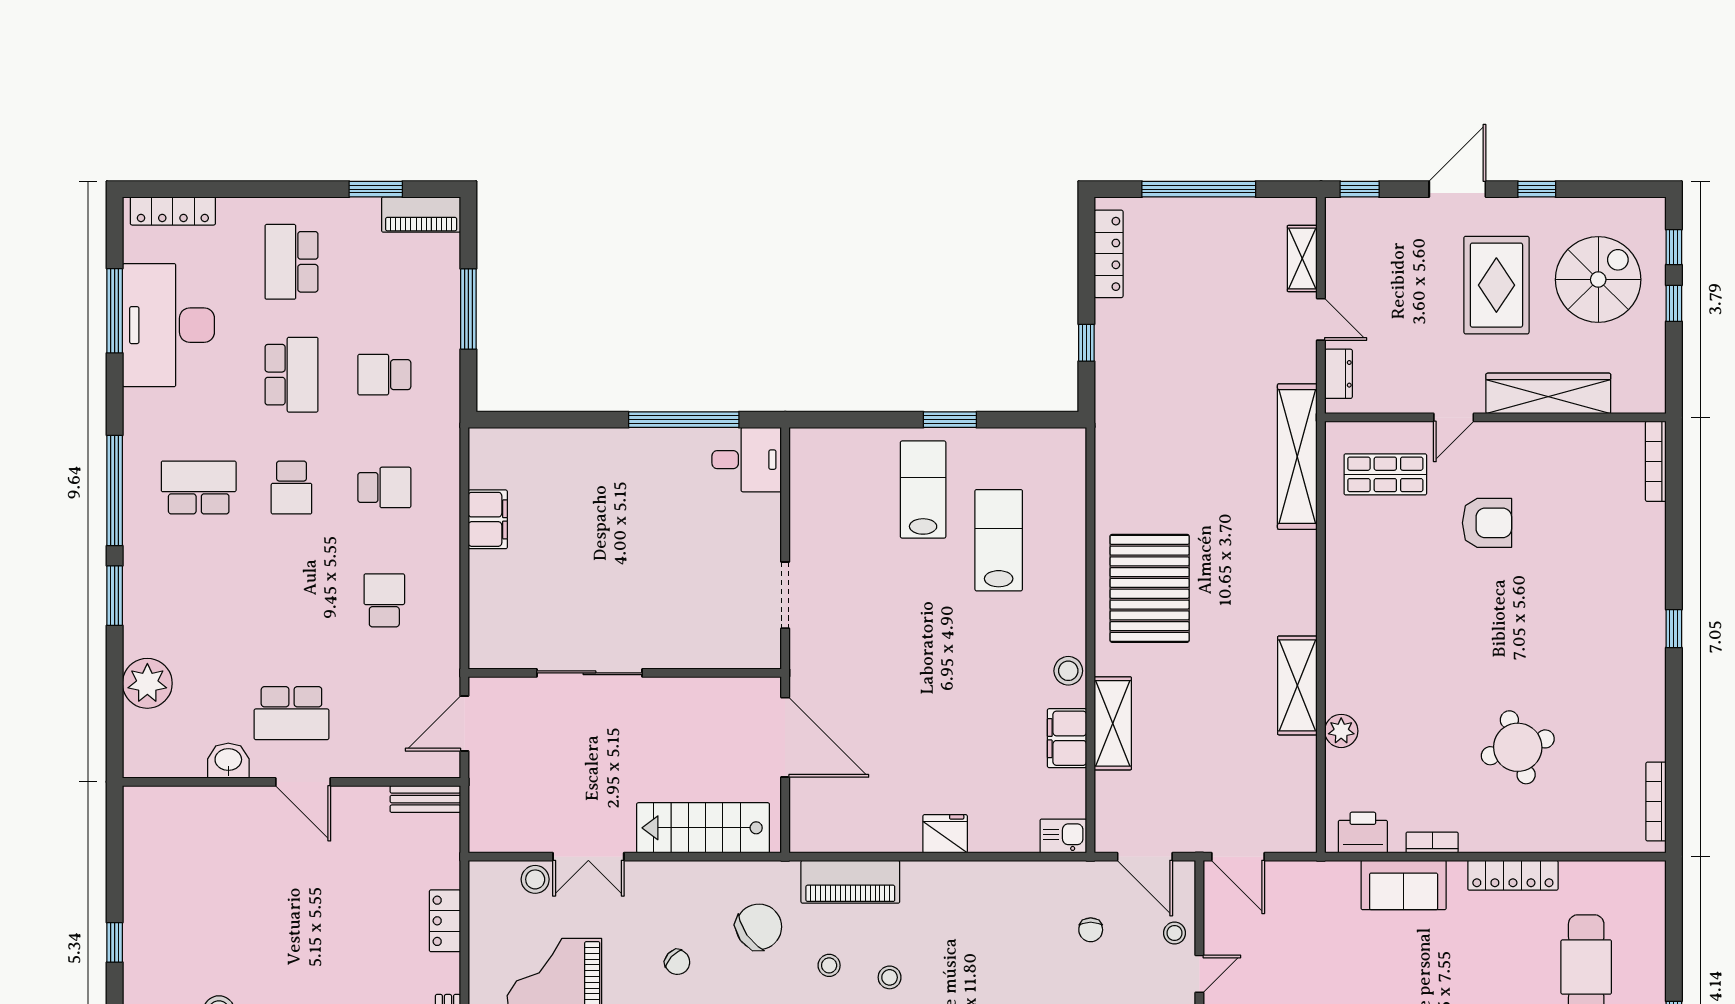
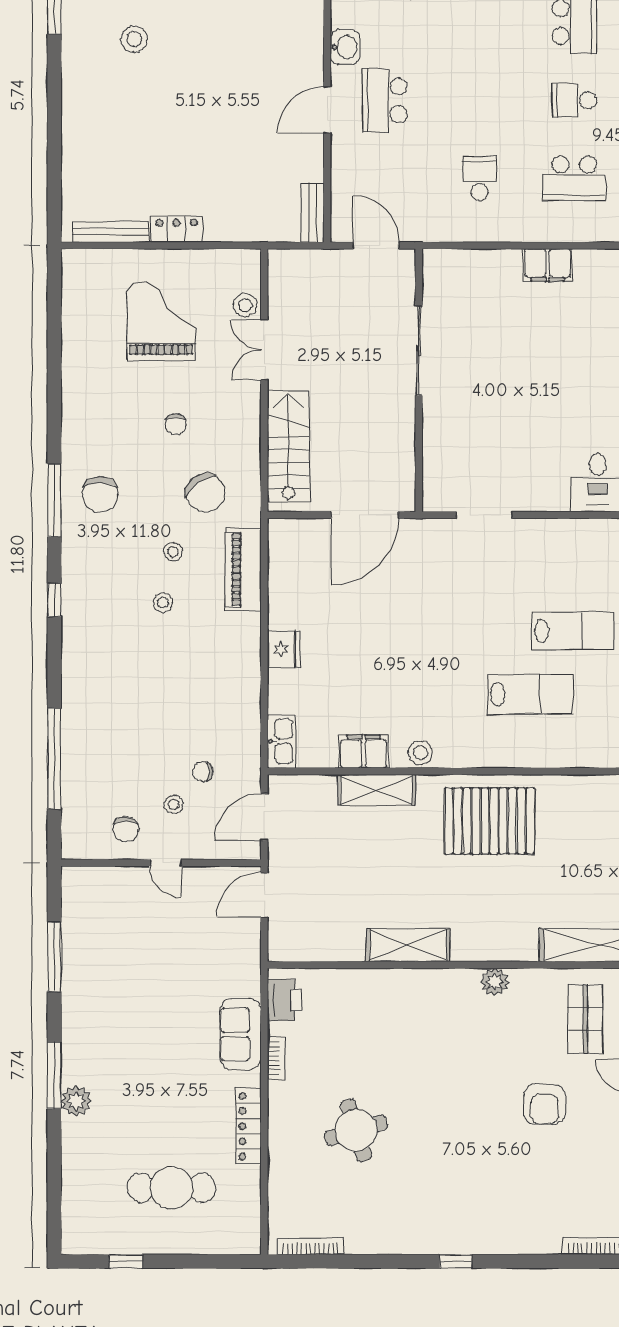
school desk: (384, 487) -> (574, 178), width x1.85
school desk: (384, 600) -> (480, 178), turned -90
plant: (1341, 731) -> (495, 982), moved
kitchen sink: (1063, 836) -> (282, 741), width x1.38
locker: (445, 921) -> (177, 229), moved
stool: (1175, 933) -> (174, 804), moved
chair: (677, 962) -> (176, 424), turned -43

